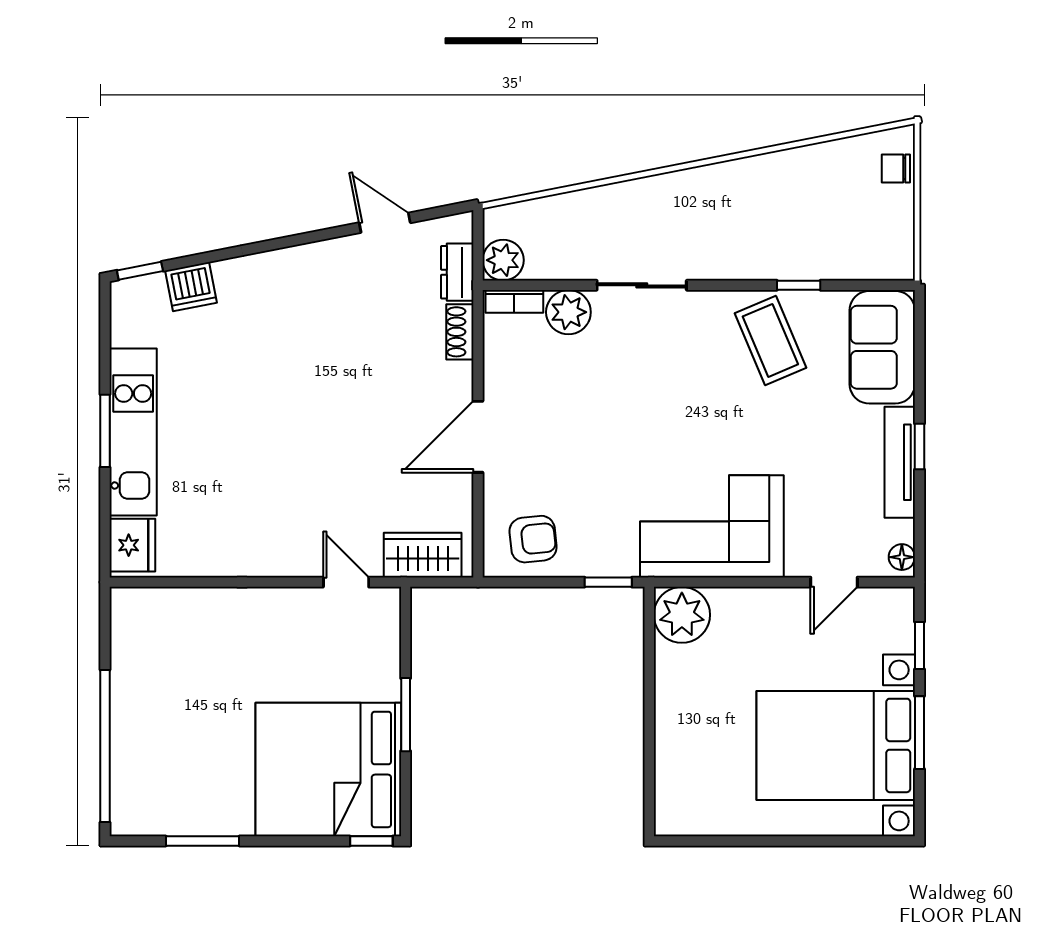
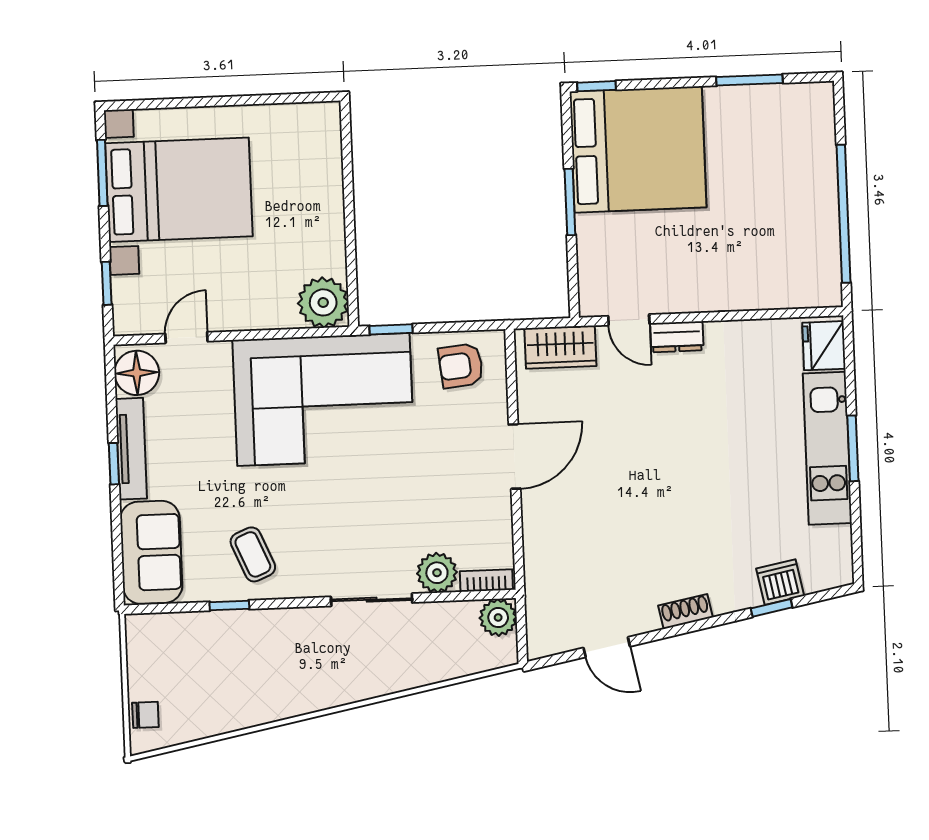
window: (140, 271) -> (772, 608), moved
dresser: (457, 272) -> (677, 337), moved, turned 90
shoe rack: (460, 332) -> (685, 612), moved, turned -101
coffee table: (770, 340) -> (253, 554), width x0.73, depth x0.77
corner sofa: (712, 526) -> (323, 399), width x1.36, depth x1.36
floor lamp: (902, 557) -> (137, 373), width x1.89, depth x1.89
window: (919, 733) -> (102, 173), moved
window: (105, 746) -> (843, 214), moved

